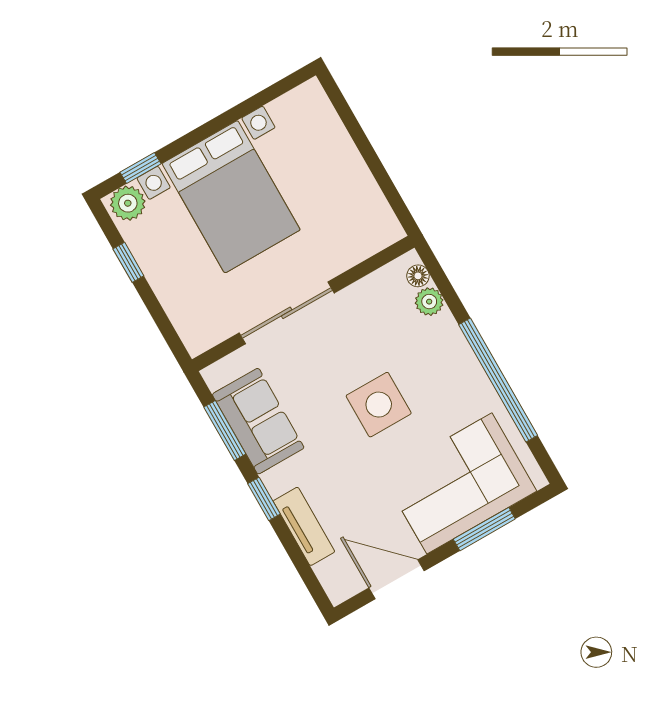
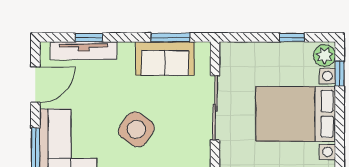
side table: (379, 405) -> (136, 129), turned 35
window: (264, 499) -> (89, 37), moved
tv unit: (304, 526) -> (84, 51), width x1.41

